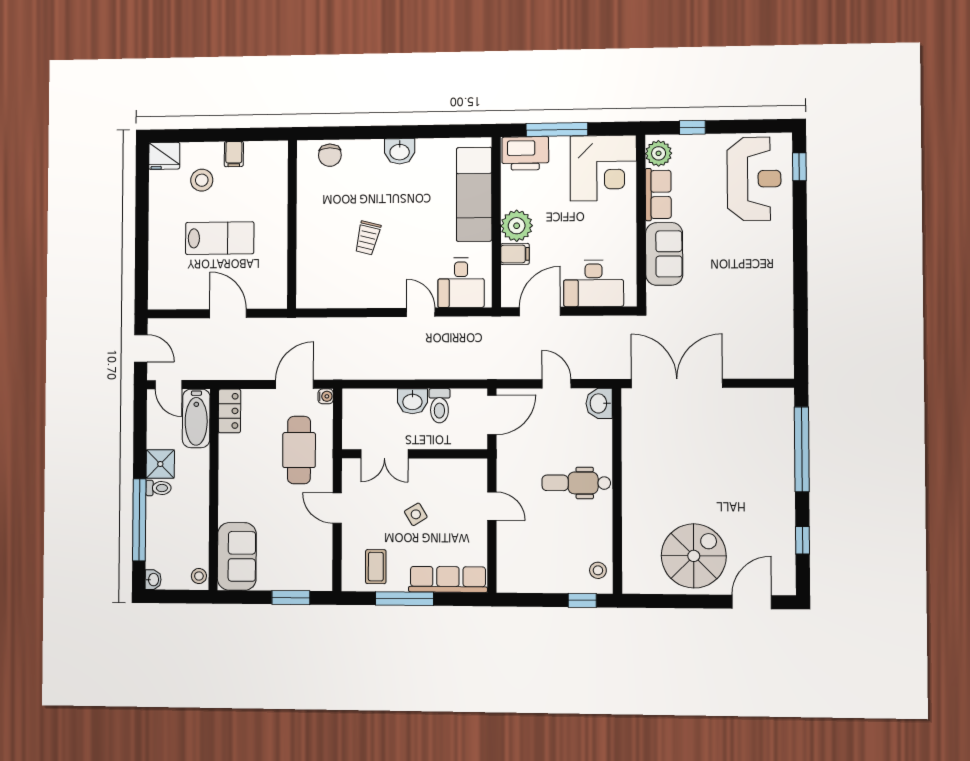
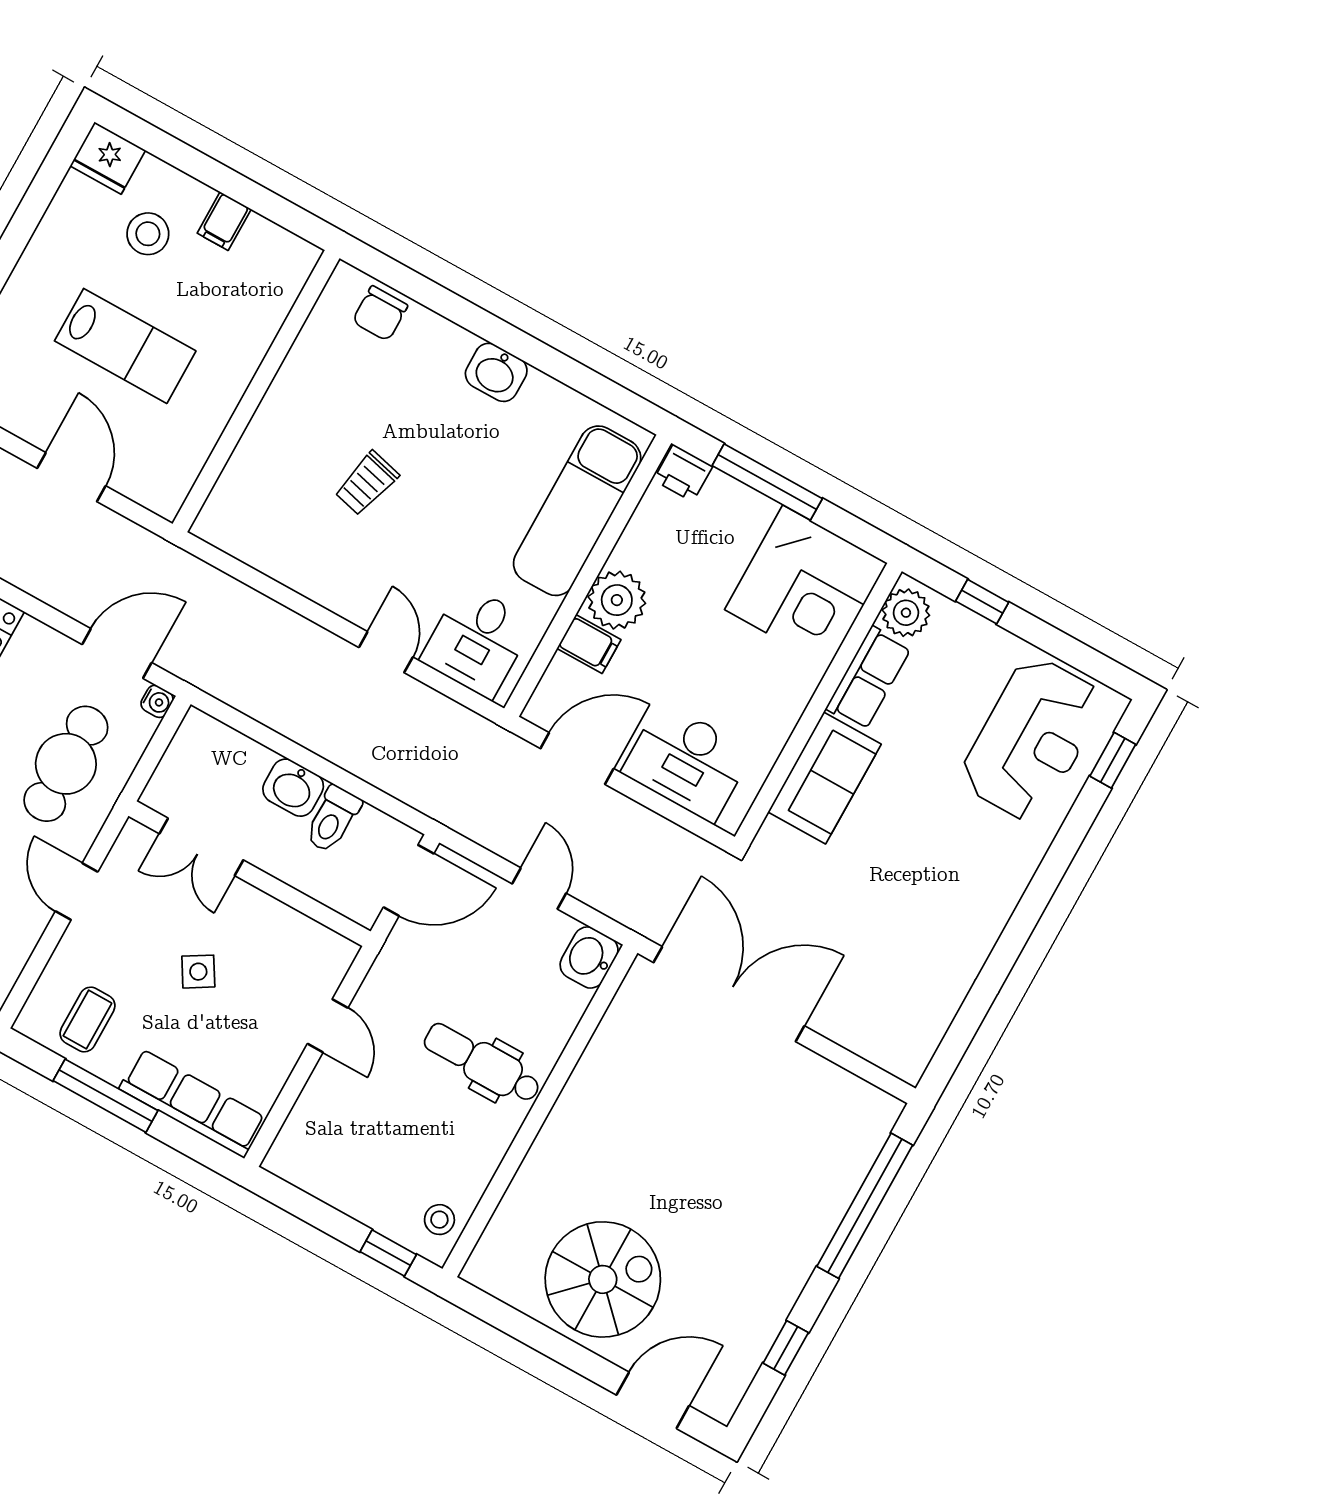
printer: (525, 153) -> (683, 473), width x0.53, depth x0.68

